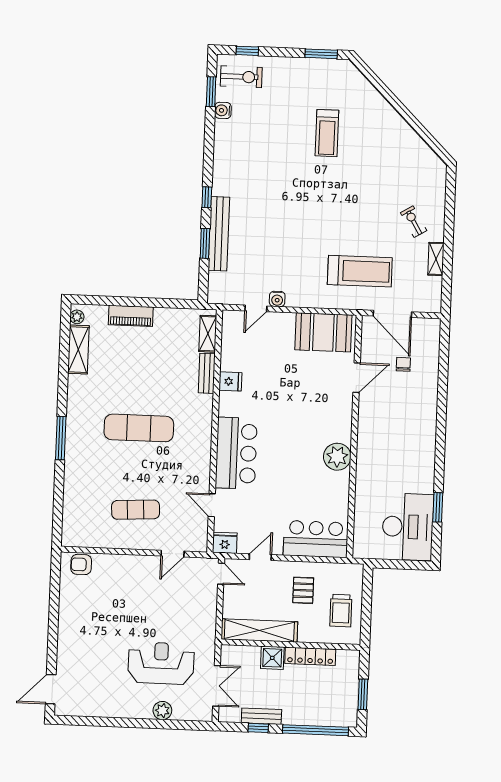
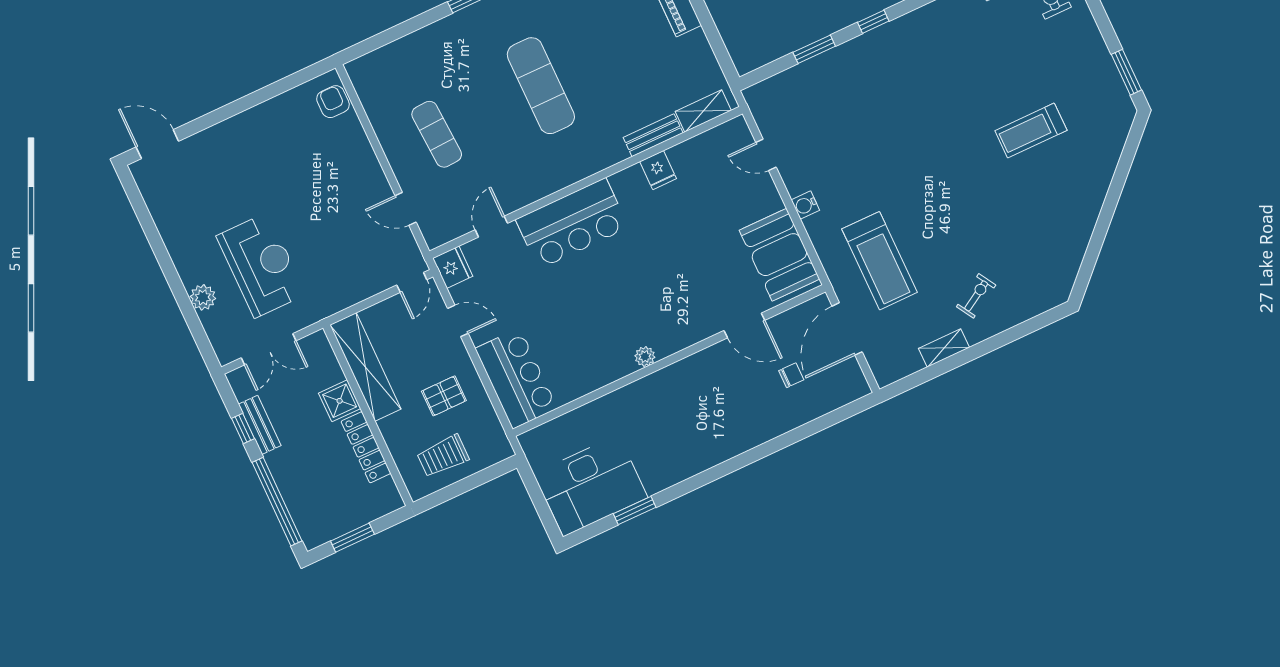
bench: (219, 234) -> (835, 60), removed
water cooler: (277, 299) -> (805, 205), moved
plant: (337, 457) -> (645, 357), width x0.53, depth x0.53

